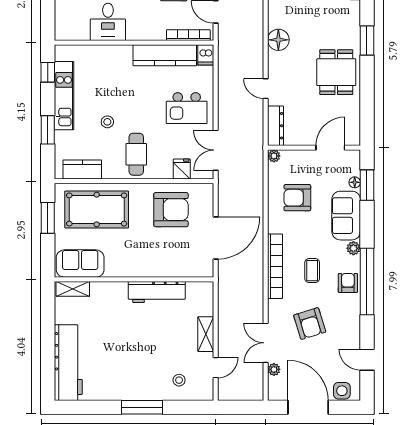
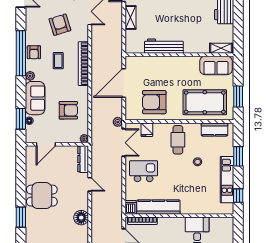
dining table: (336, 72) -> (42, 196), turned 90
plant: (225, 181) -> (118, 122), added

